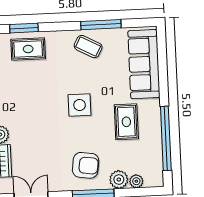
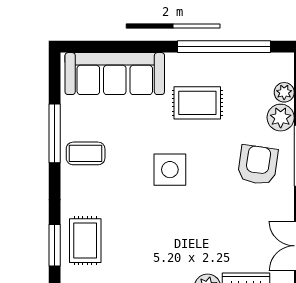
coffee table: (88, 47) -> (86, 153), turned 62

